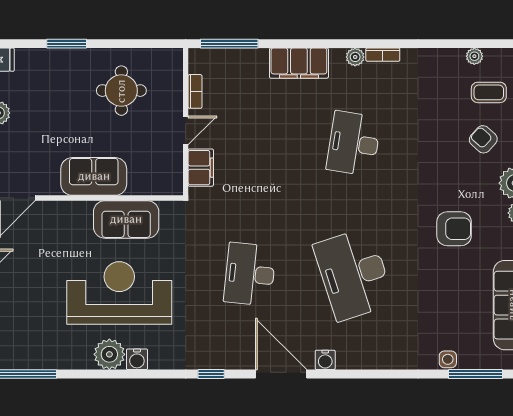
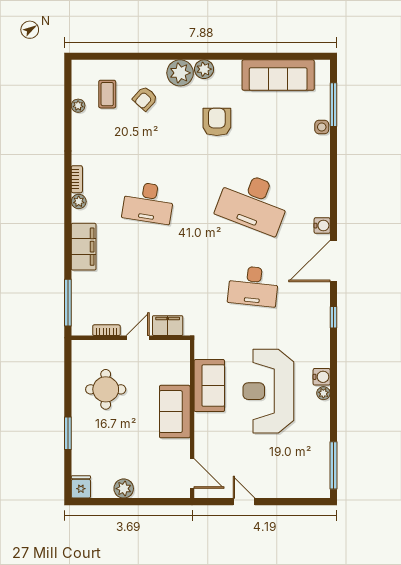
door: (186, 130) -> (138, 338), hinge flipped
desk: (354, 274) -> (253, 203), turned 39
plant: (109, 354) -> (323, 393), width x0.53, depth x0.53

